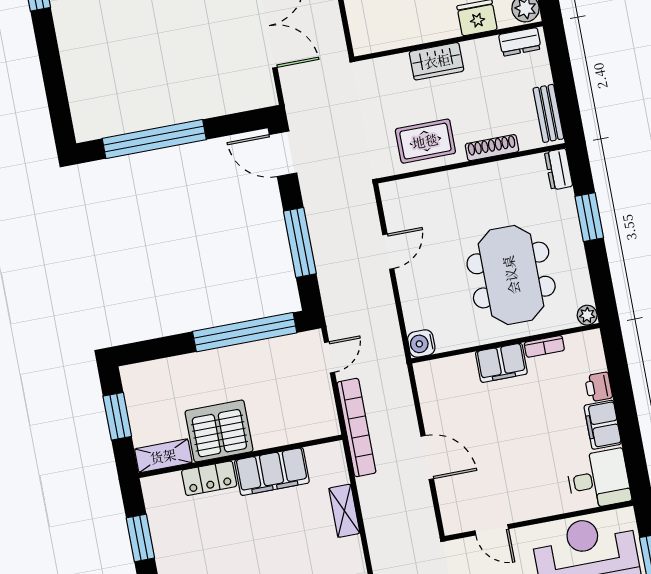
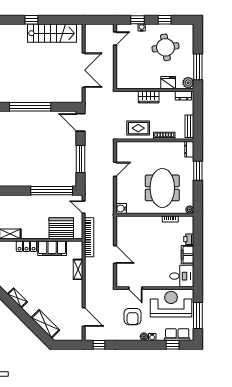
door: (329, 357) -> (84, 207), swing flipped
filing cabinet: (501, 363) -> (152, 222), removed
server rack: (219, 431) -> (61, 228), moved

